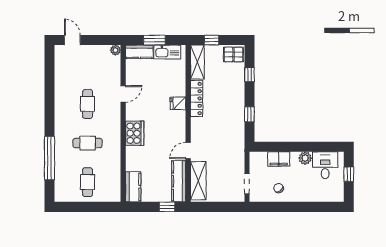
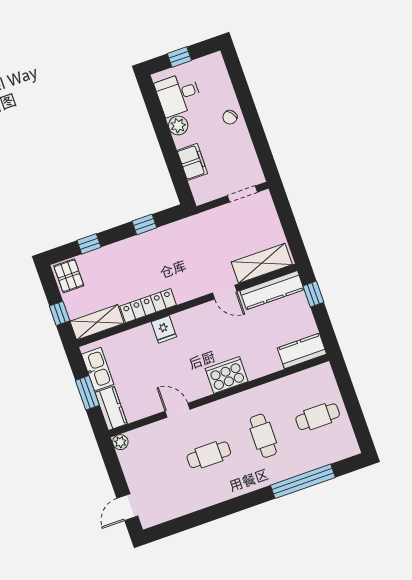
chair: (279, 188) -> (230, 117), moved

